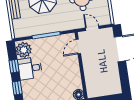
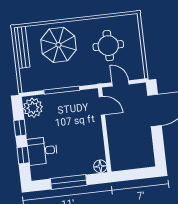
door: (78, 47) -> (102, 106), swing flipped
desk: (30, 68) -> (42, 151), moved

